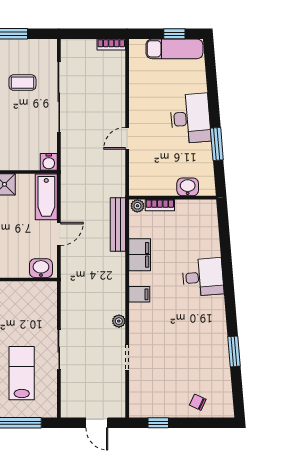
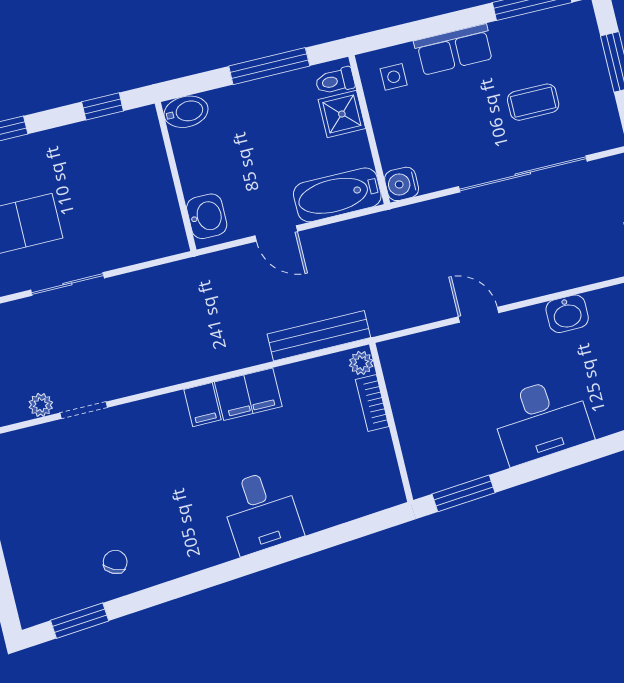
coffee table: (22, 83) -> (533, 102), turned 90
window: (217, 144) -> (464, 493), moved
washbasin: (188, 187) -> (567, 314), moved, turned 90
filing cabinet: (140, 255) -> (248, 394), moved
plant: (119, 321) -> (41, 405), moved
window: (234, 351) -> (80, 621), moved
chair: (198, 402) -> (115, 562), moved

